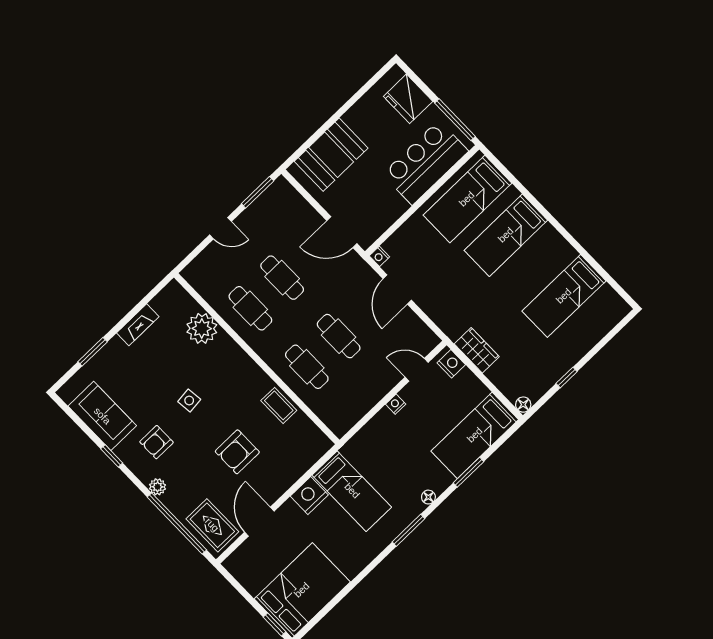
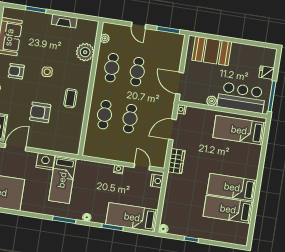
fridge: (408, 99) -> (267, 73), width x0.53, depth x0.75
plant: (399, 207) -> (212, 101), added
bed: (506, 235) -> (232, 187), moved
plant: (203, 288) -> (105, 38), added
wardrobe: (477, 350) -> (176, 161), moved
coffee table: (279, 405) -> (70, 98), moved

